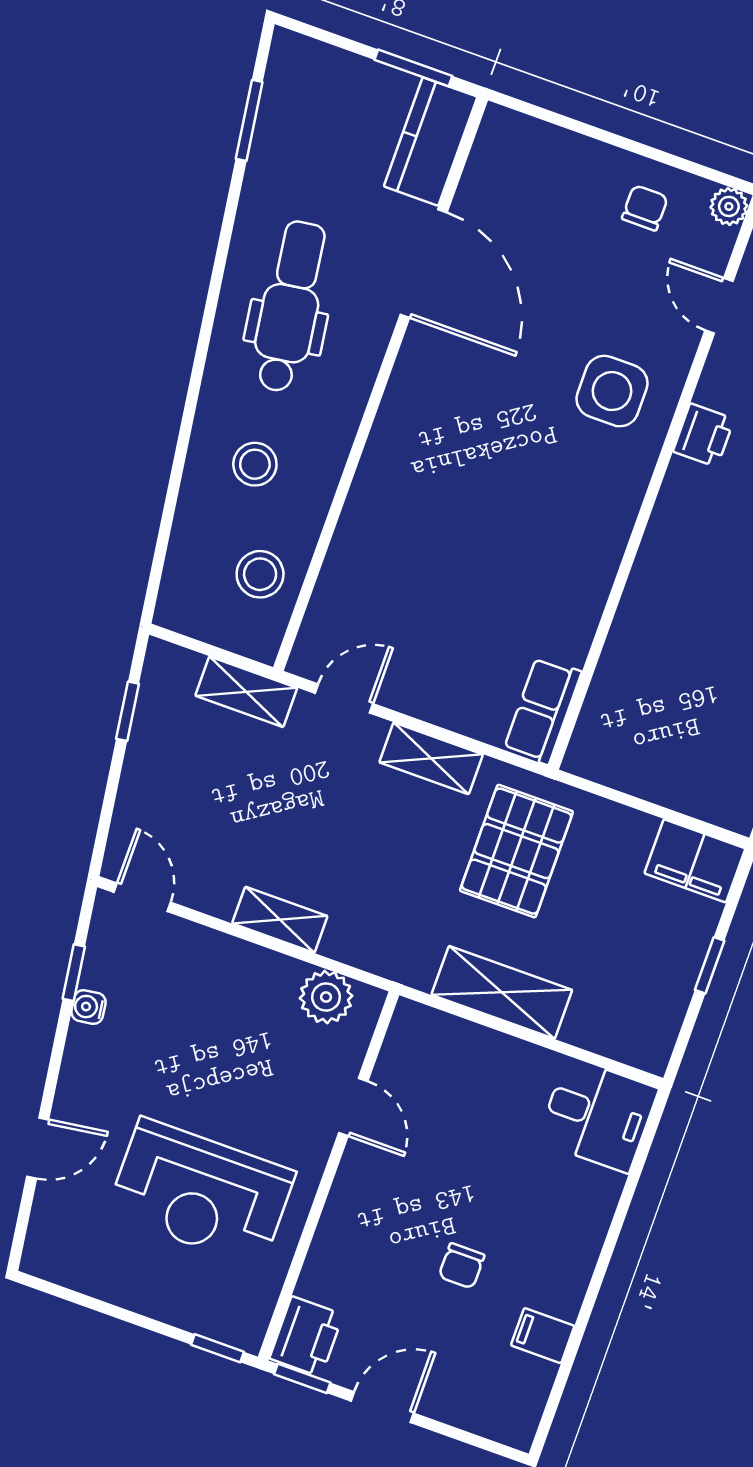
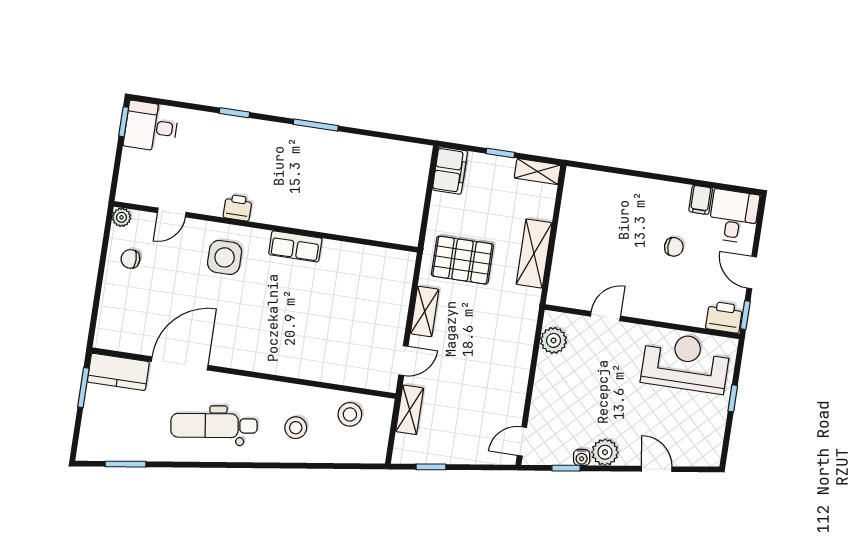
door: (344, 698) -> (403, 361), swing flipped
row of seats: (543, 711) -> (295, 246), moved
shelving: (280, 920) -> (537, 172), moved, turned 90
plant: (90, 1054) -> (605, 452), added
desk: (598, 1115) -> (734, 216), moved
reception desk: (201, 1193) -> (686, 362), moved, turned -90
window: (217, 1348) -> (733, 398), moved

